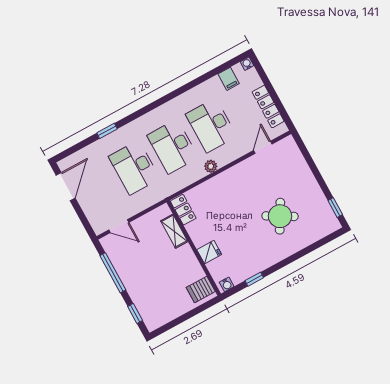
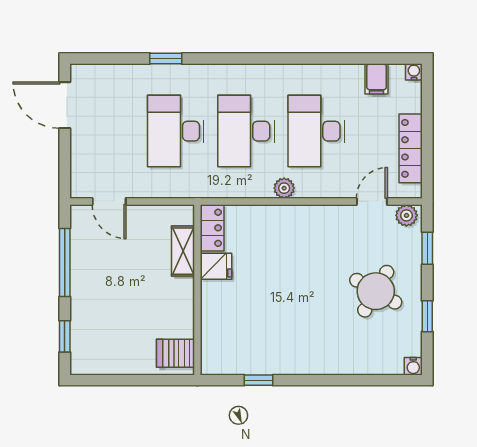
plant: (286, 145) -> (406, 215), added
window: (307, 156) -> (427, 248), added
door: (66, 187) -> (65, 105), swing flipped
window: (335, 208) -> (427, 316), moved
round table: (280, 216) -> (376, 291), moved
fridge: (209, 252) -> (216, 266), moved
water cooler: (227, 284) -> (413, 366), moved

